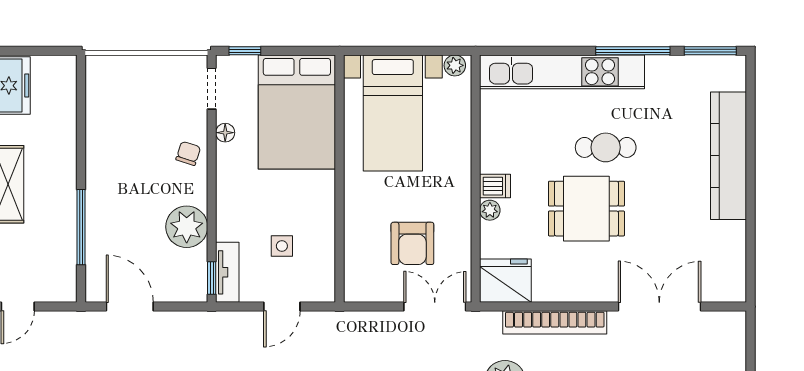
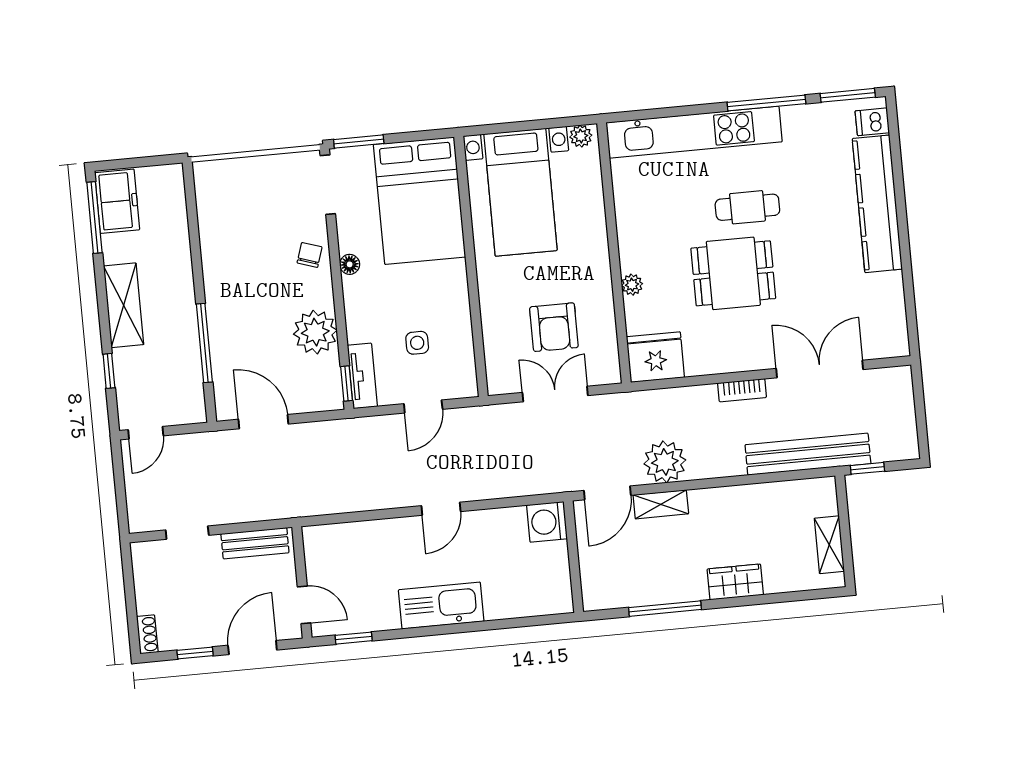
window: (245, 51) -> (359, 142), width x1.50
doorway: (212, 89) -> (328, 185), width x1.38
floor lamp: (225, 133) -> (350, 264), moved
dishwasher: (495, 186) -> (872, 122), moved, turned 180
double door: (435, 307) -> (555, 394), moved
bookcase: (555, 322) -> (742, 390), width x0.43, depth x0.76

